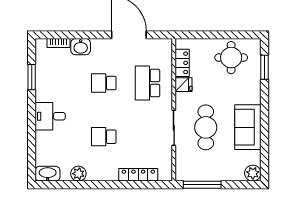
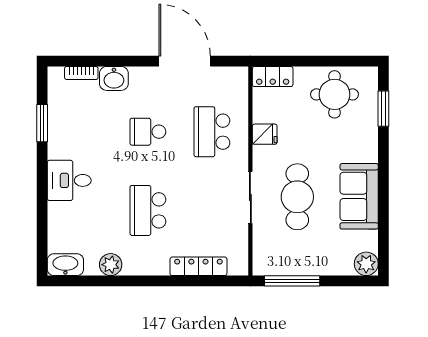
locker: (182, 63) -> (273, 77), moved, turned 90
school desk: (104, 137) -> (148, 210), width x1.85

